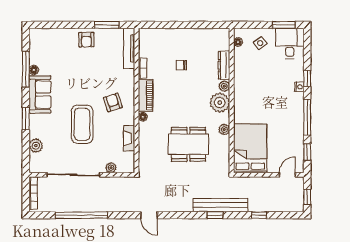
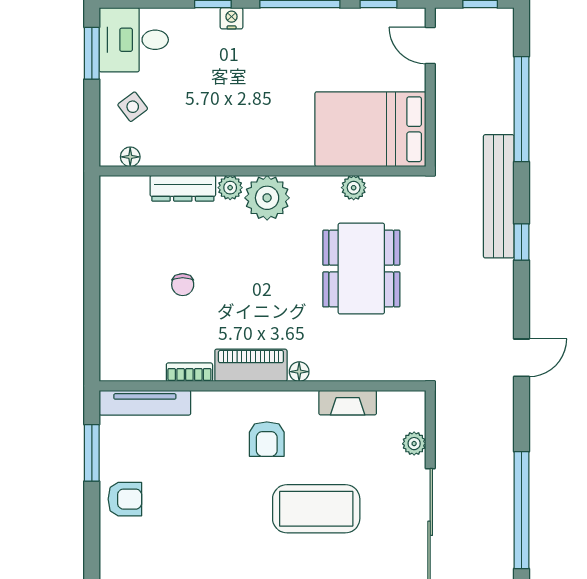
armchair: (113, 102) -> (267, 439), turned -72
plant: (224, 130) -> (354, 188), moved
window: (215, 215) -> (521, 242), moved
window: (259, 215) -> (521, 109), width x3.17

